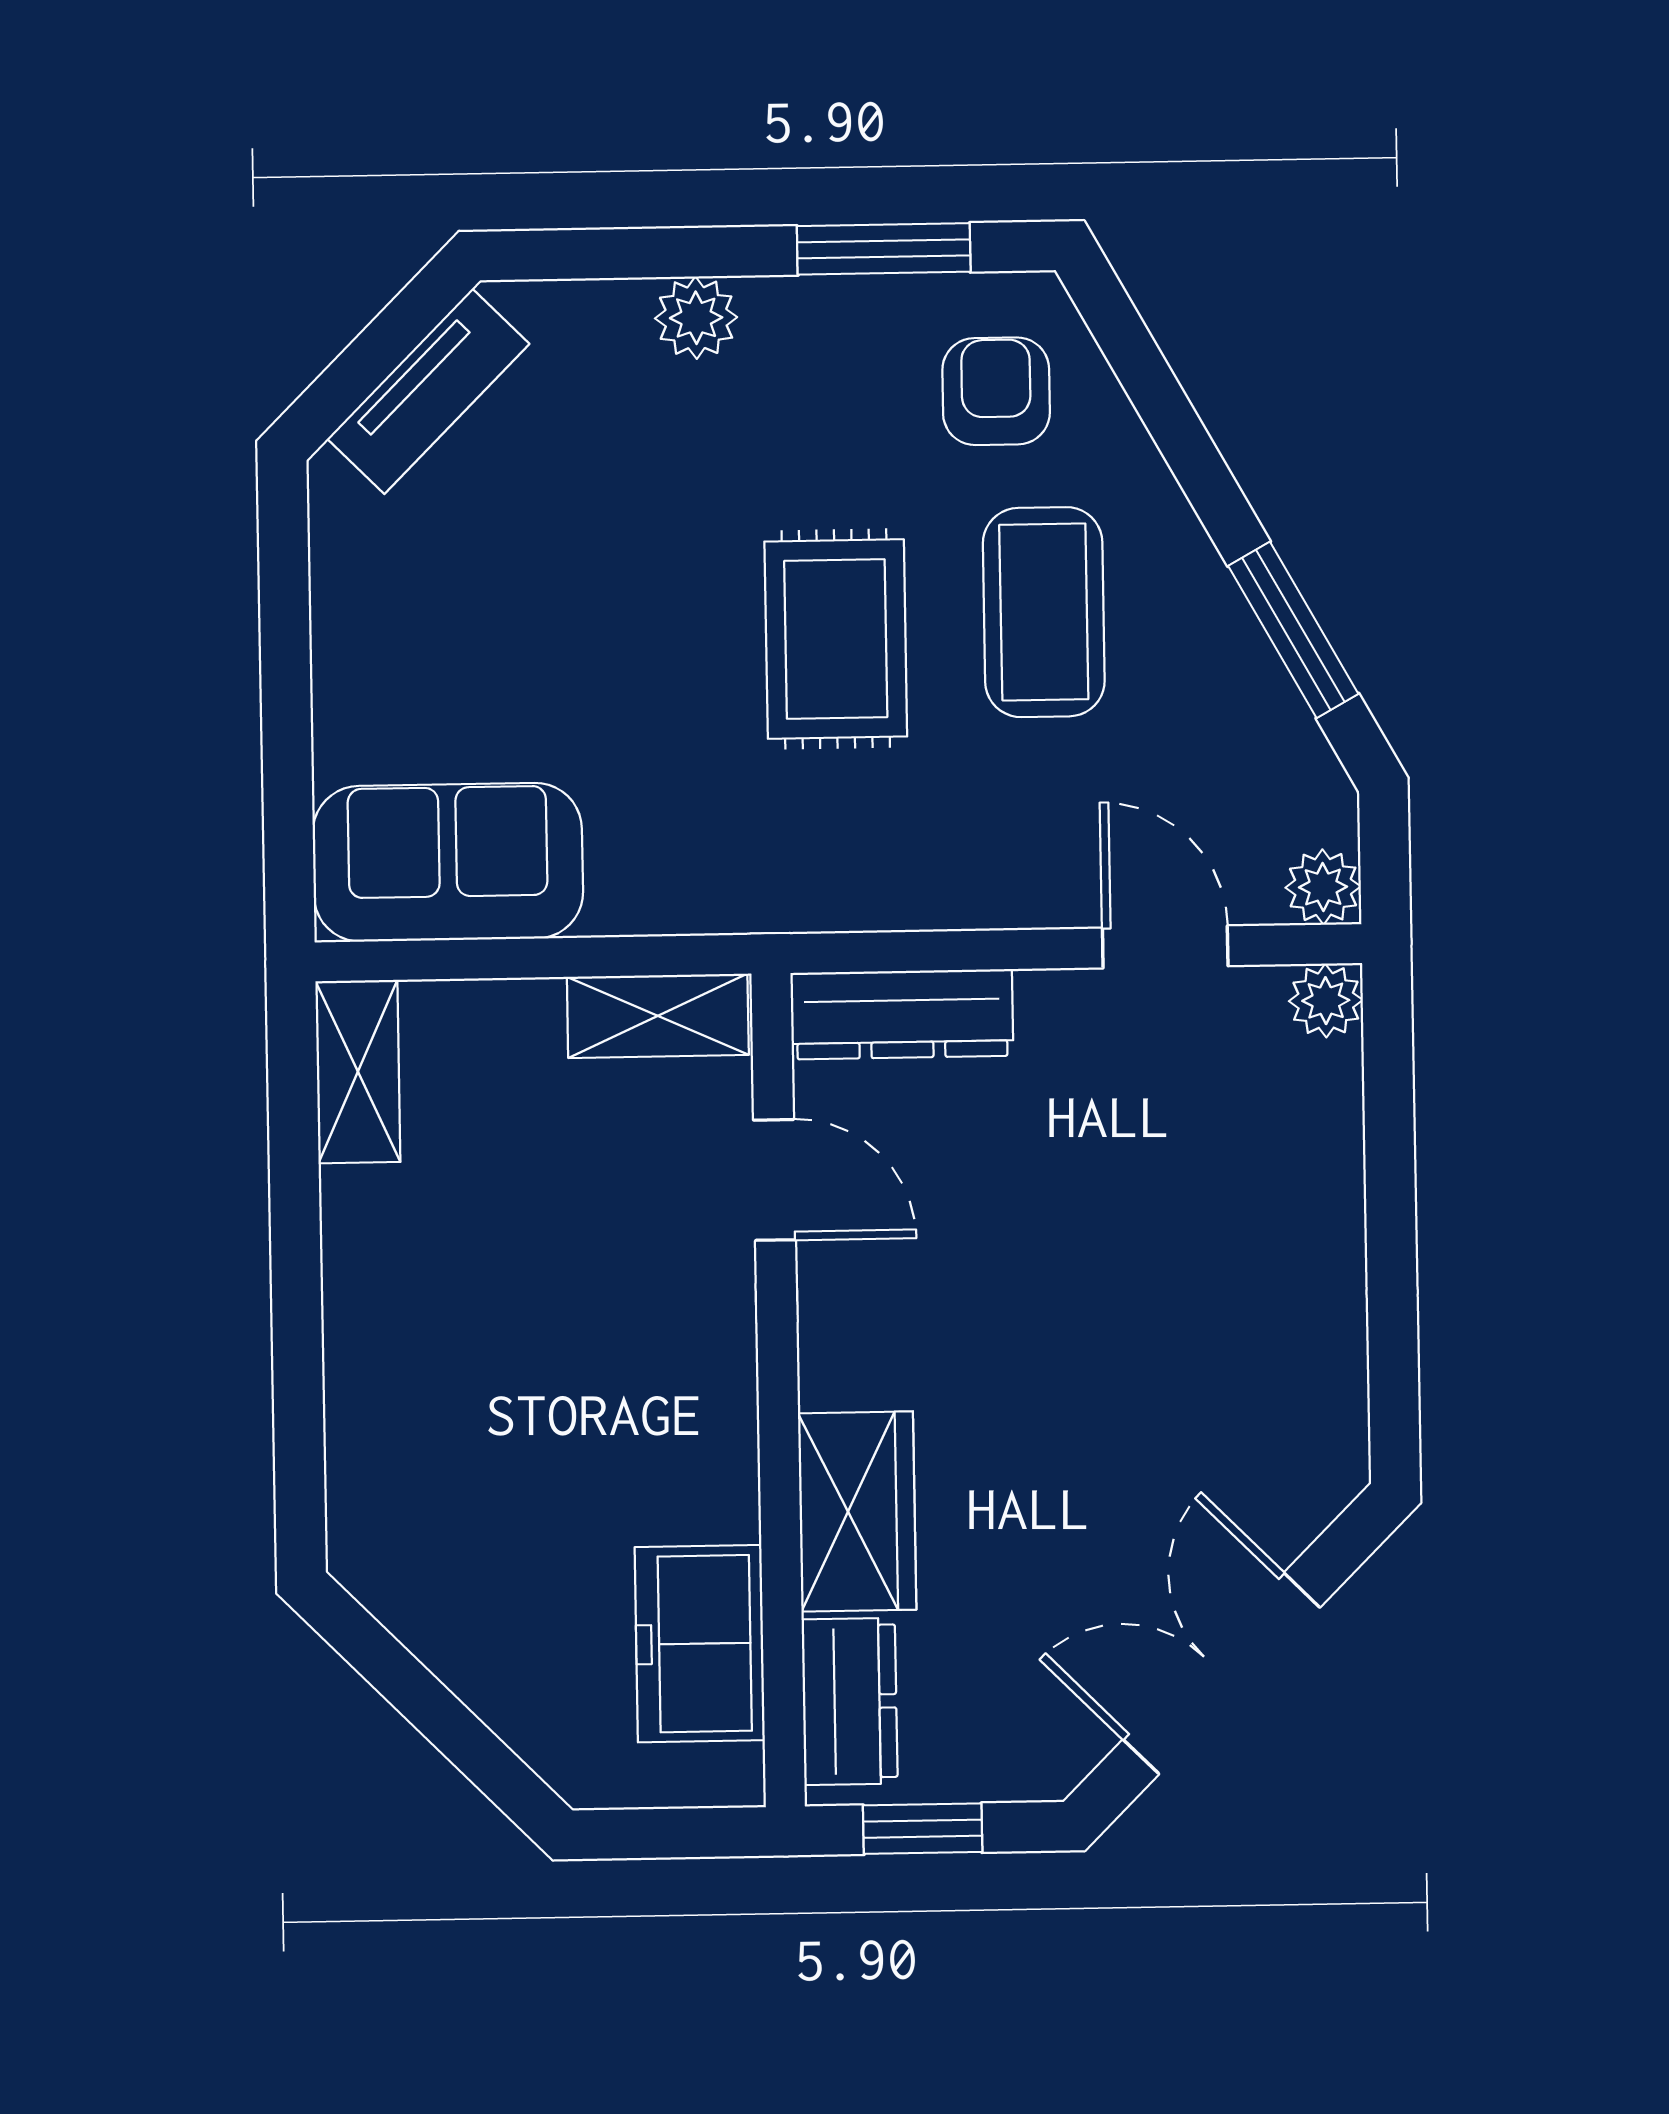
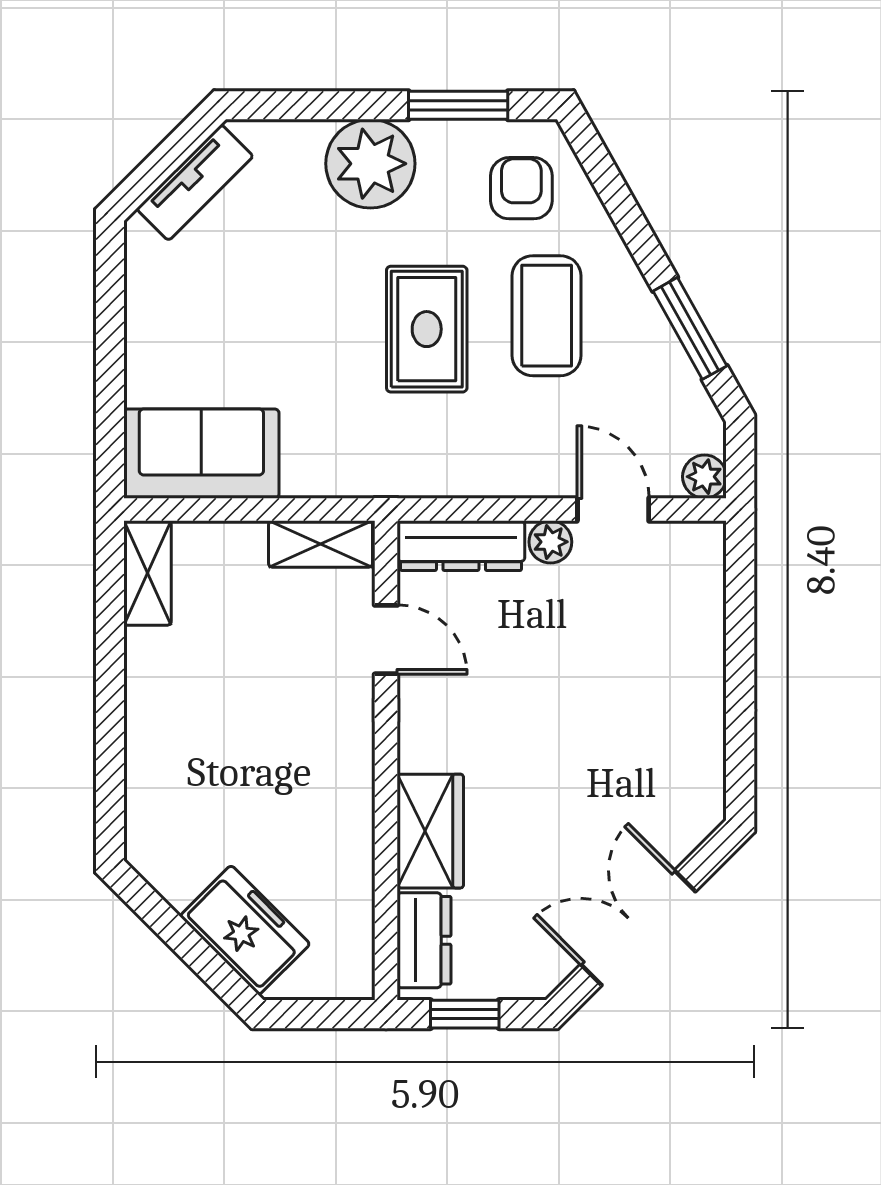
plant: (696, 318) -> (370, 164), width x1.87, depth x1.87
plant: (1326, 1001) -> (550, 542), moved
freezer: (700, 1644) -> (245, 930), moved, turned 135

